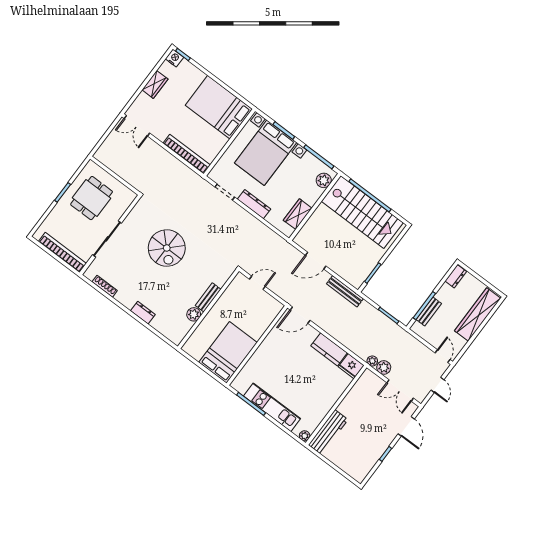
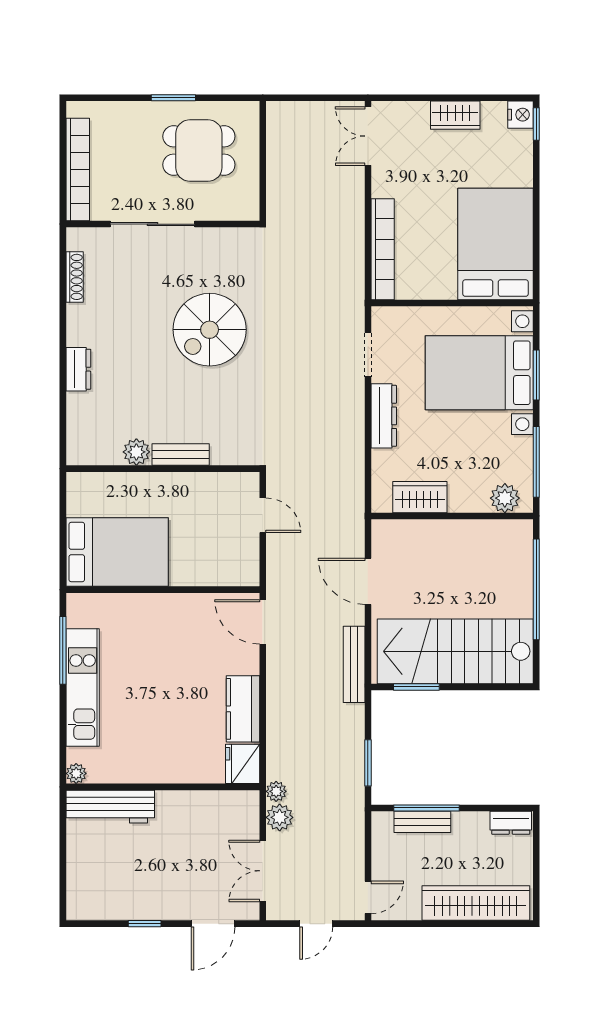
stairs: (362, 212) -> (455, 651), moved, turned 90

